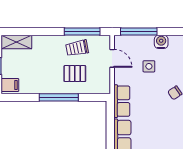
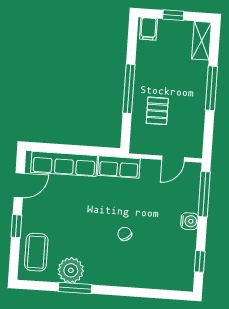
window: (82, 32) -> (211, 88), moved
trolley: (77, 48) -> (189, 116), removed
side table: (149, 66) -> (160, 204), removed

